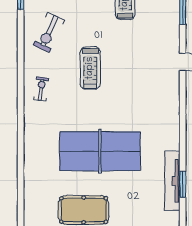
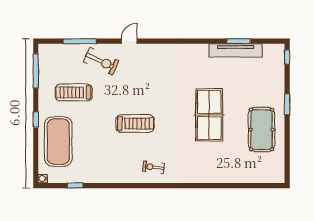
exercise bike: (49, 32) -> (101, 61), moved
table tennis table: (100, 151) -> (209, 115), width x0.73, depth x0.76

